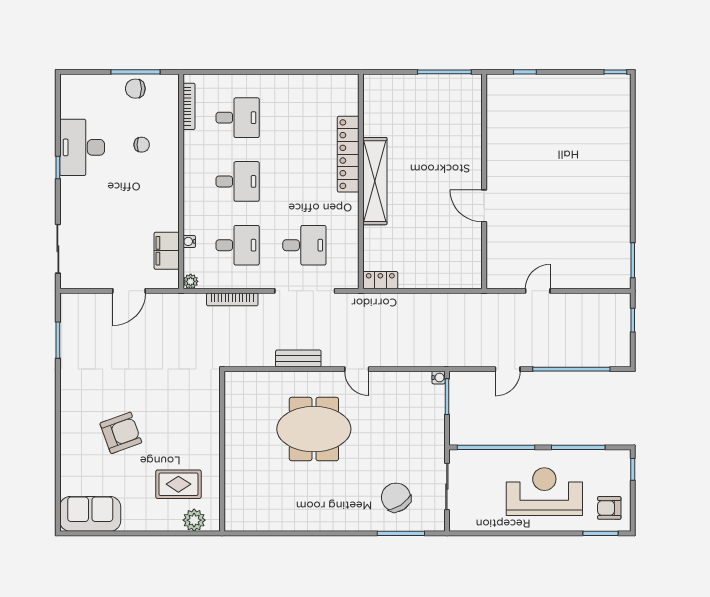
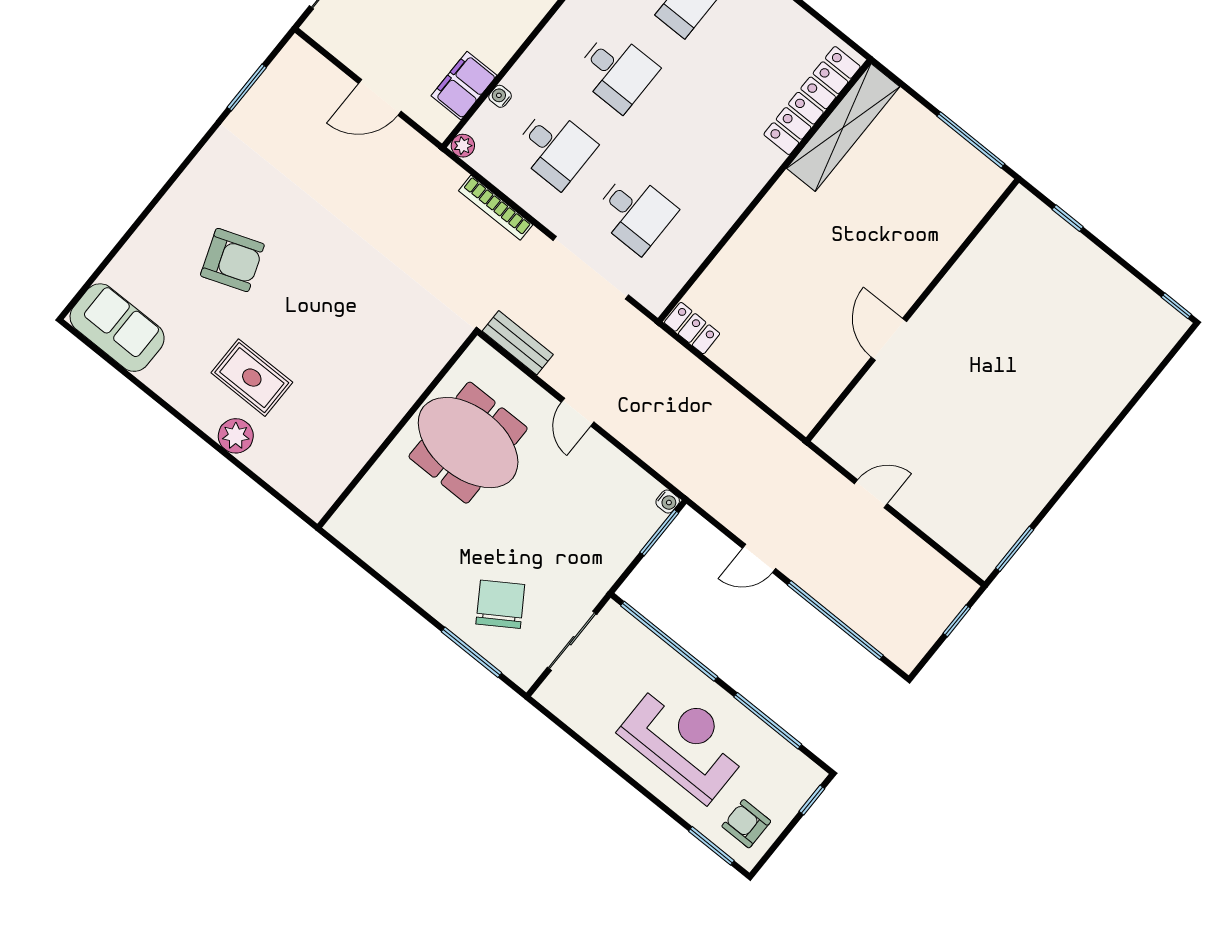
locker: (348, 154) -> (812, 101), moved
shelving: (375, 181) -> (843, 127), moved
wall: (222, 451) -> (397, 430), moved

